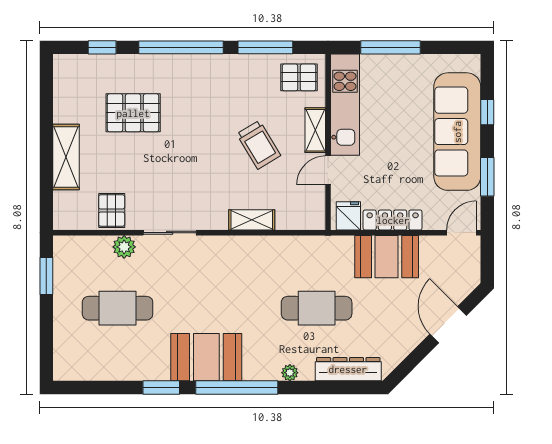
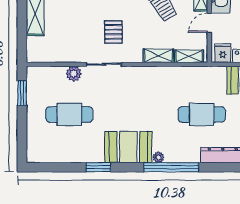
pallet: (112, 211) -> (113, 32), moved
shelving: (298, 220) -> (189, 56), added
plant: (290, 373) -> (159, 157), moved
window: (237, 388) -> (171, 167), moved

